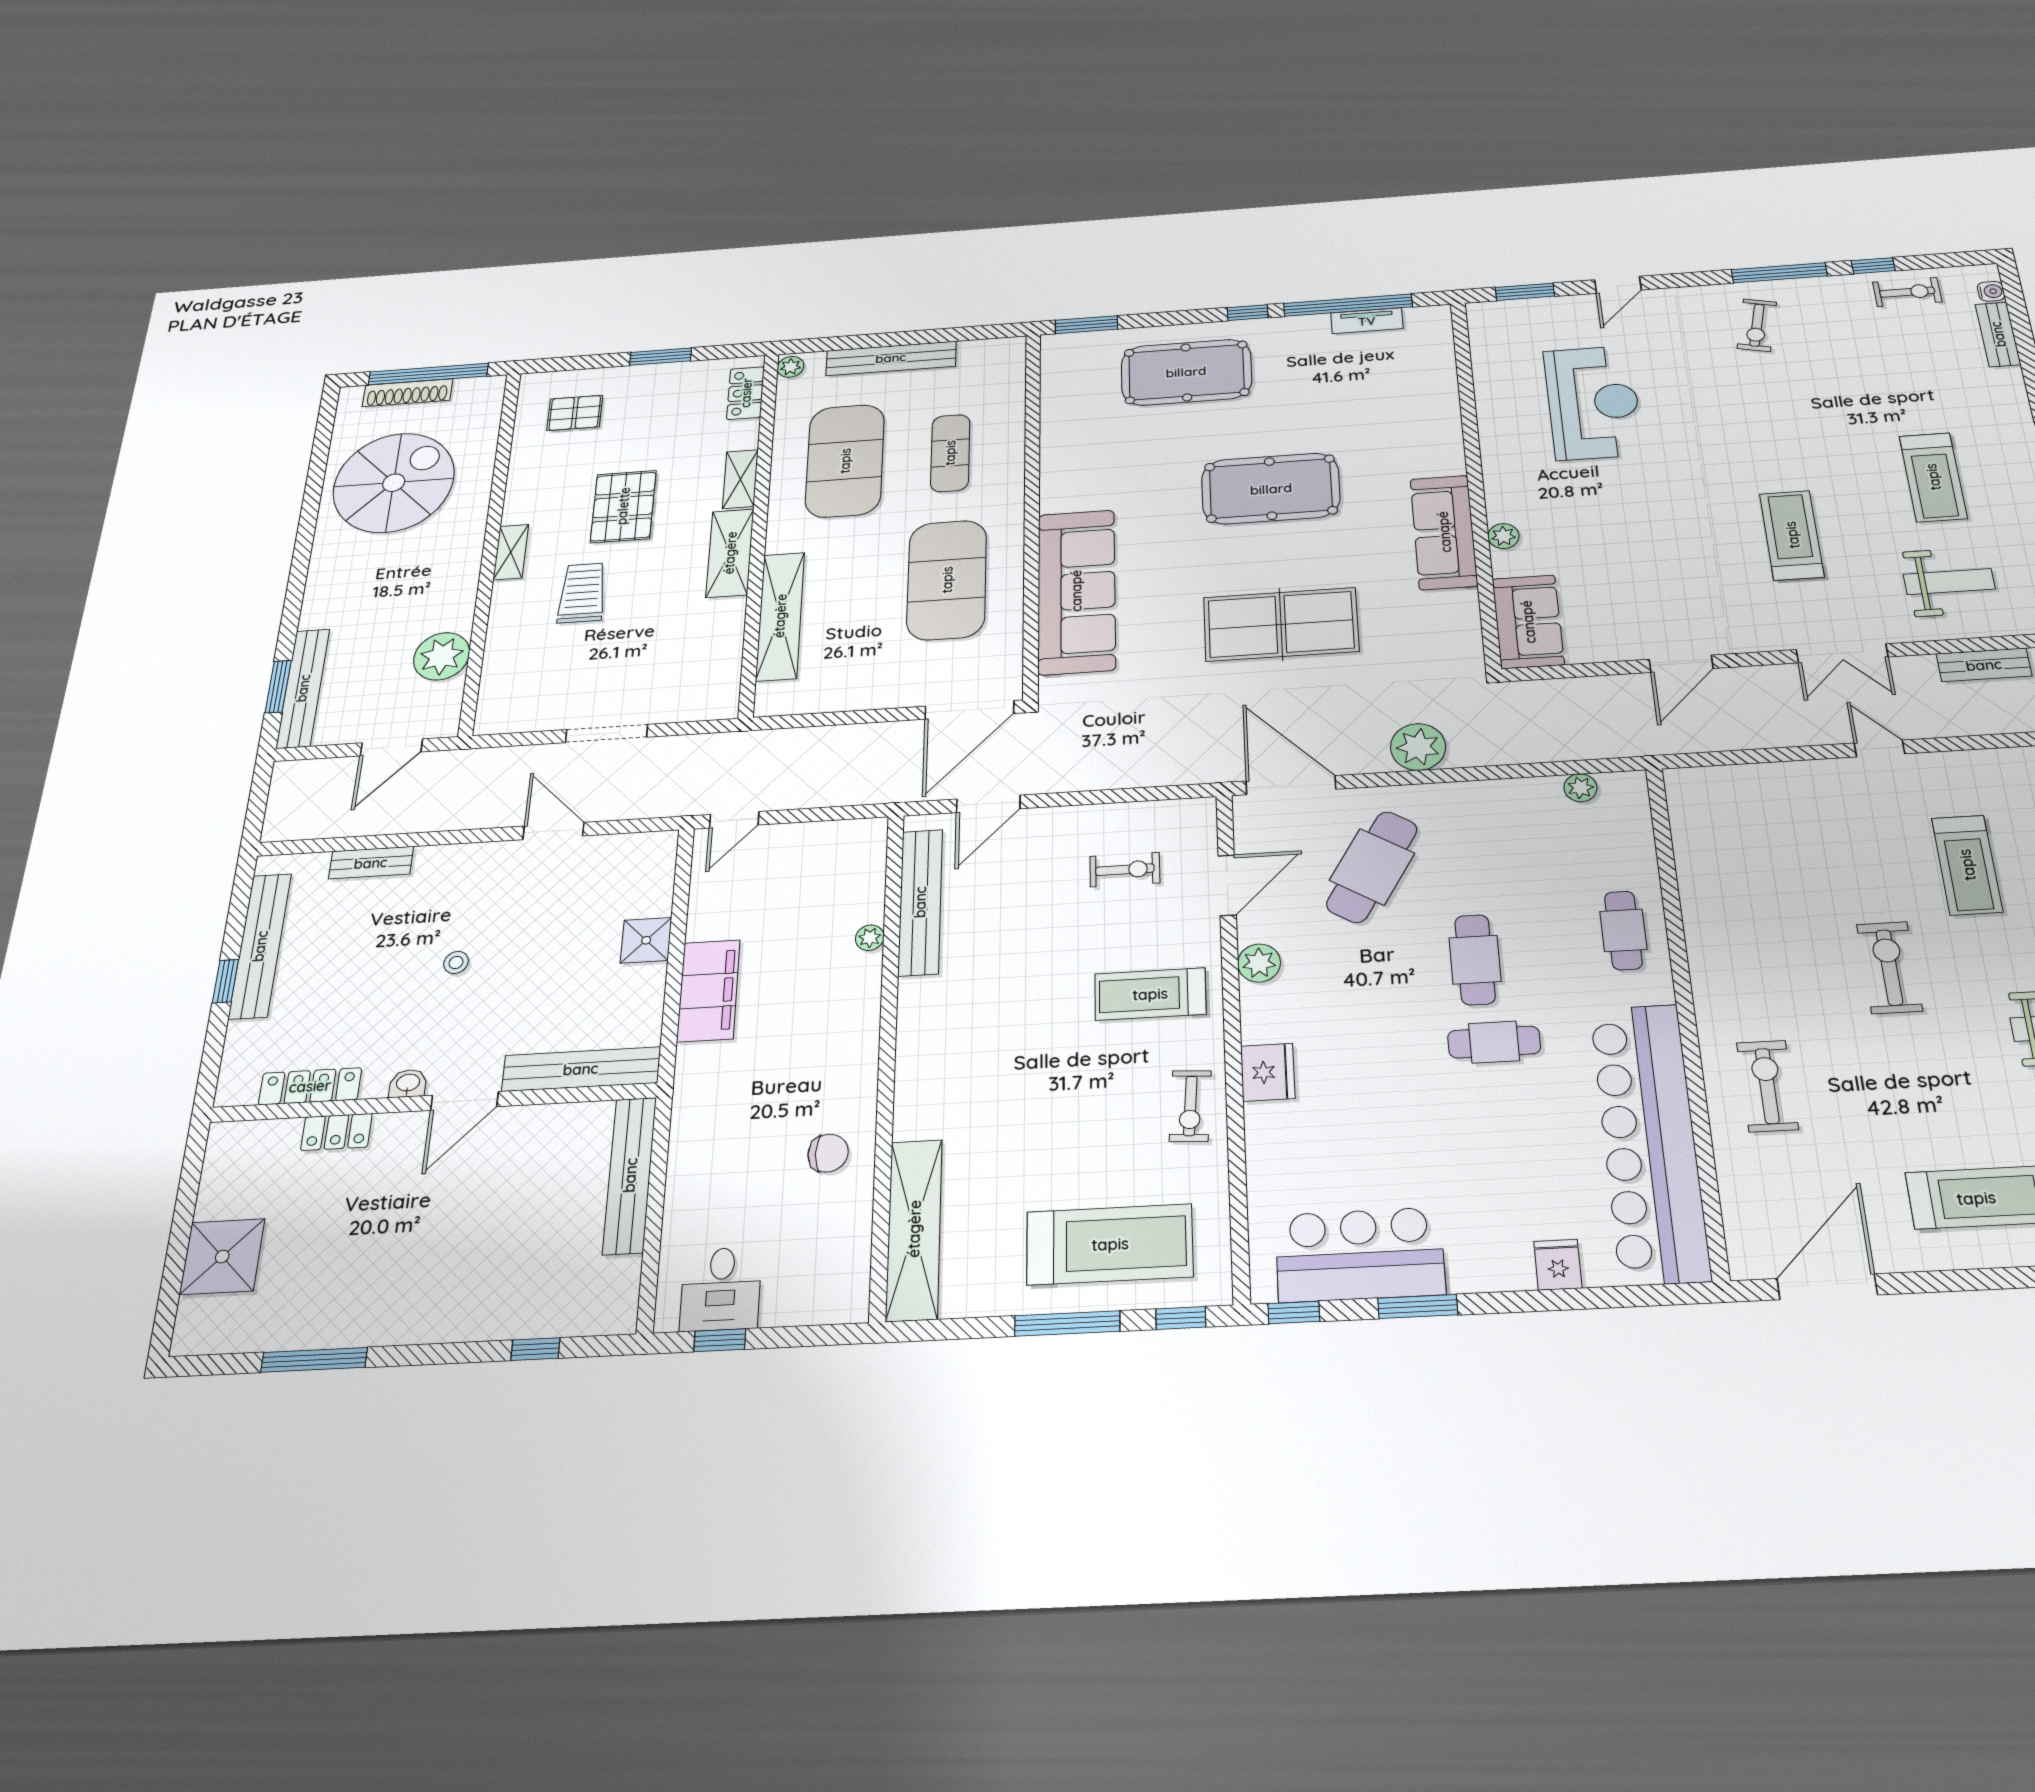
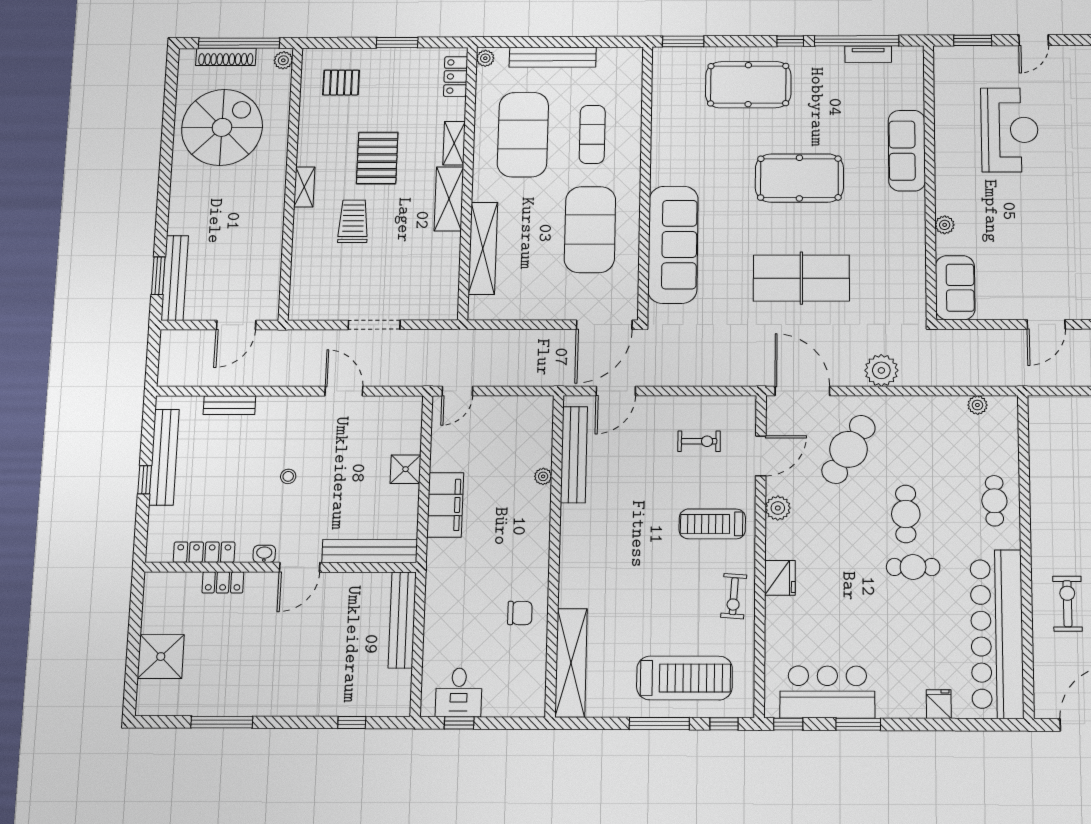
sofa: (1444, 532) -> (907, 151), moved
plant: (442, 656) -> (283, 60), moved, width x0.53, depth x0.53

